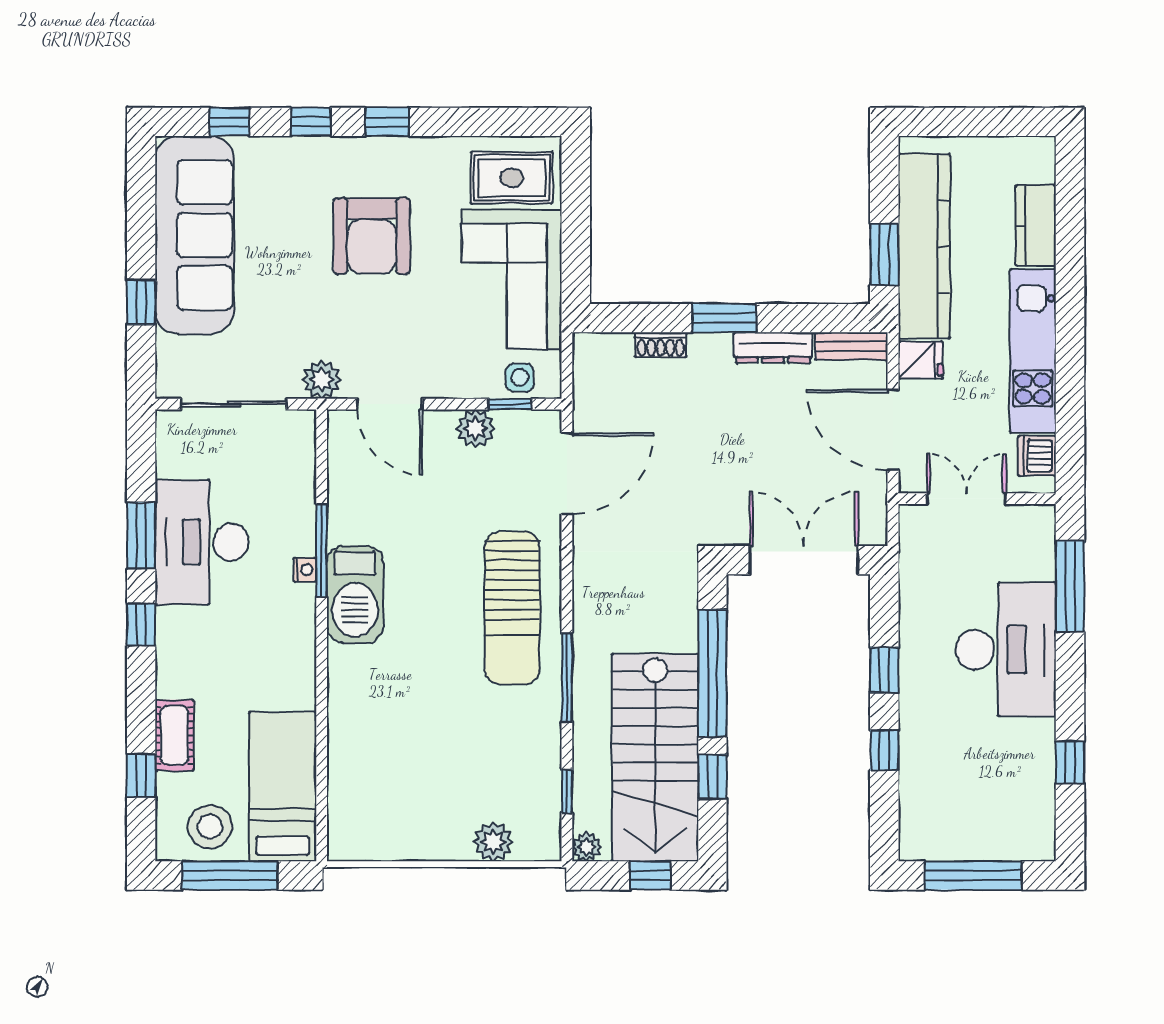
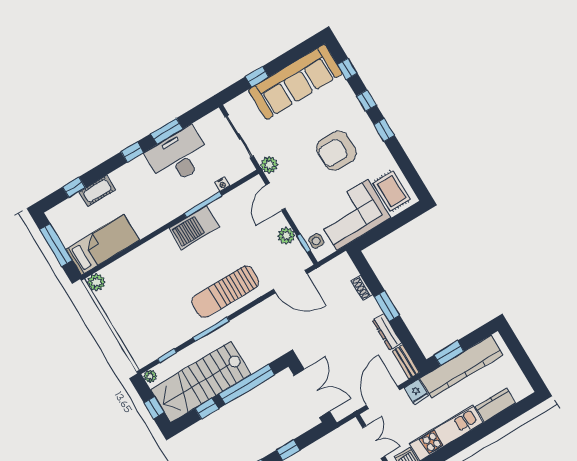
nightstand: (305, 570) -> (222, 184), moved
stool: (210, 827) -> (70, 226), removed
plant: (493, 842) -> (96, 282), moved

